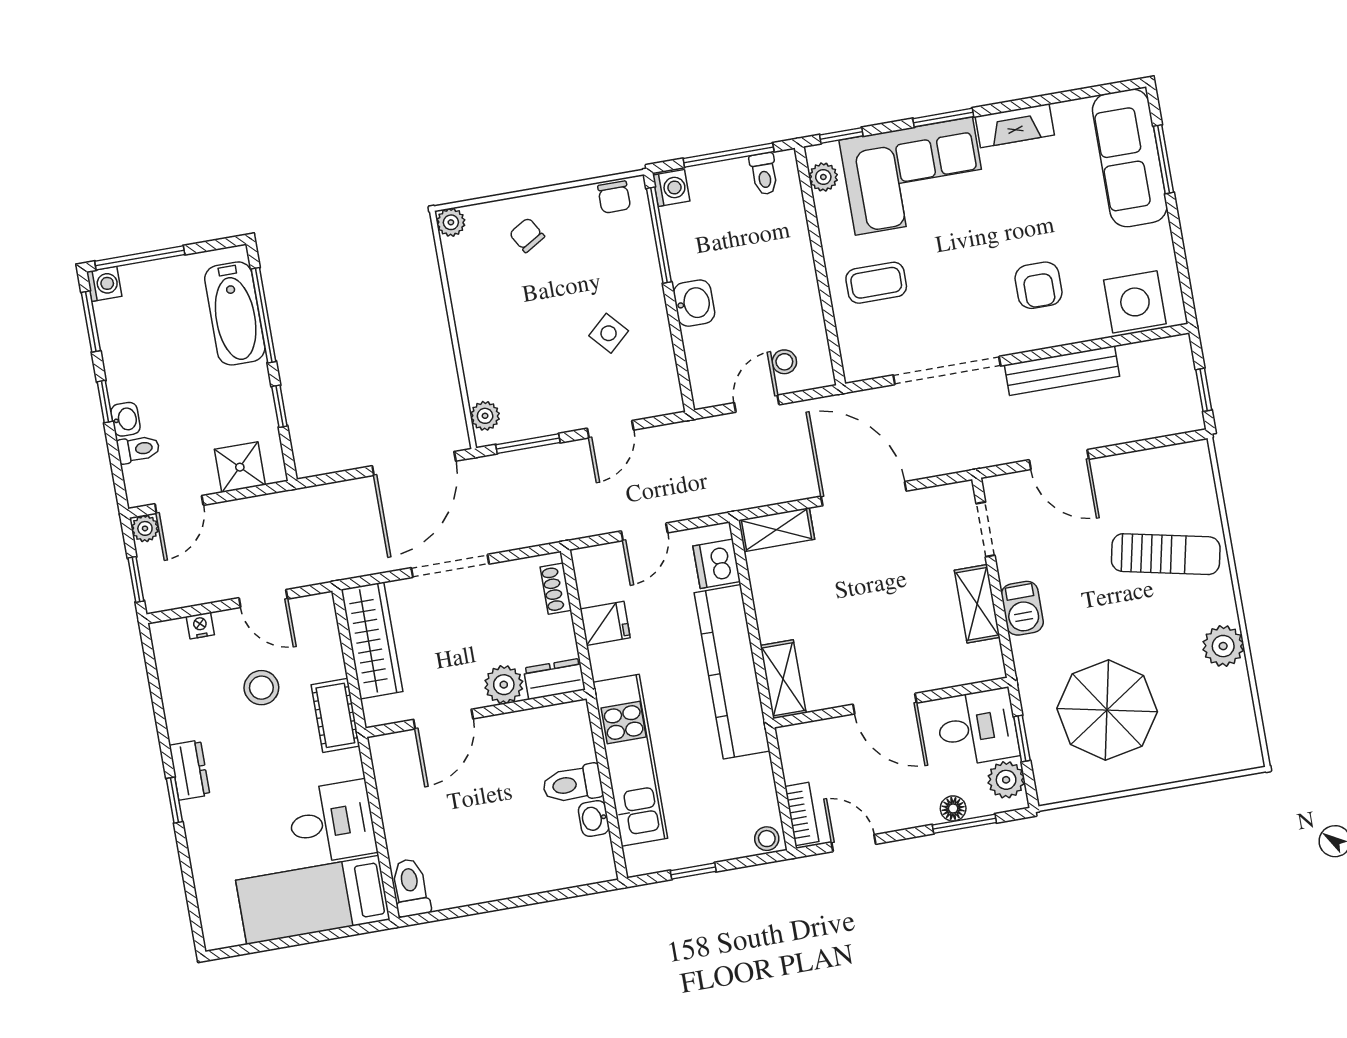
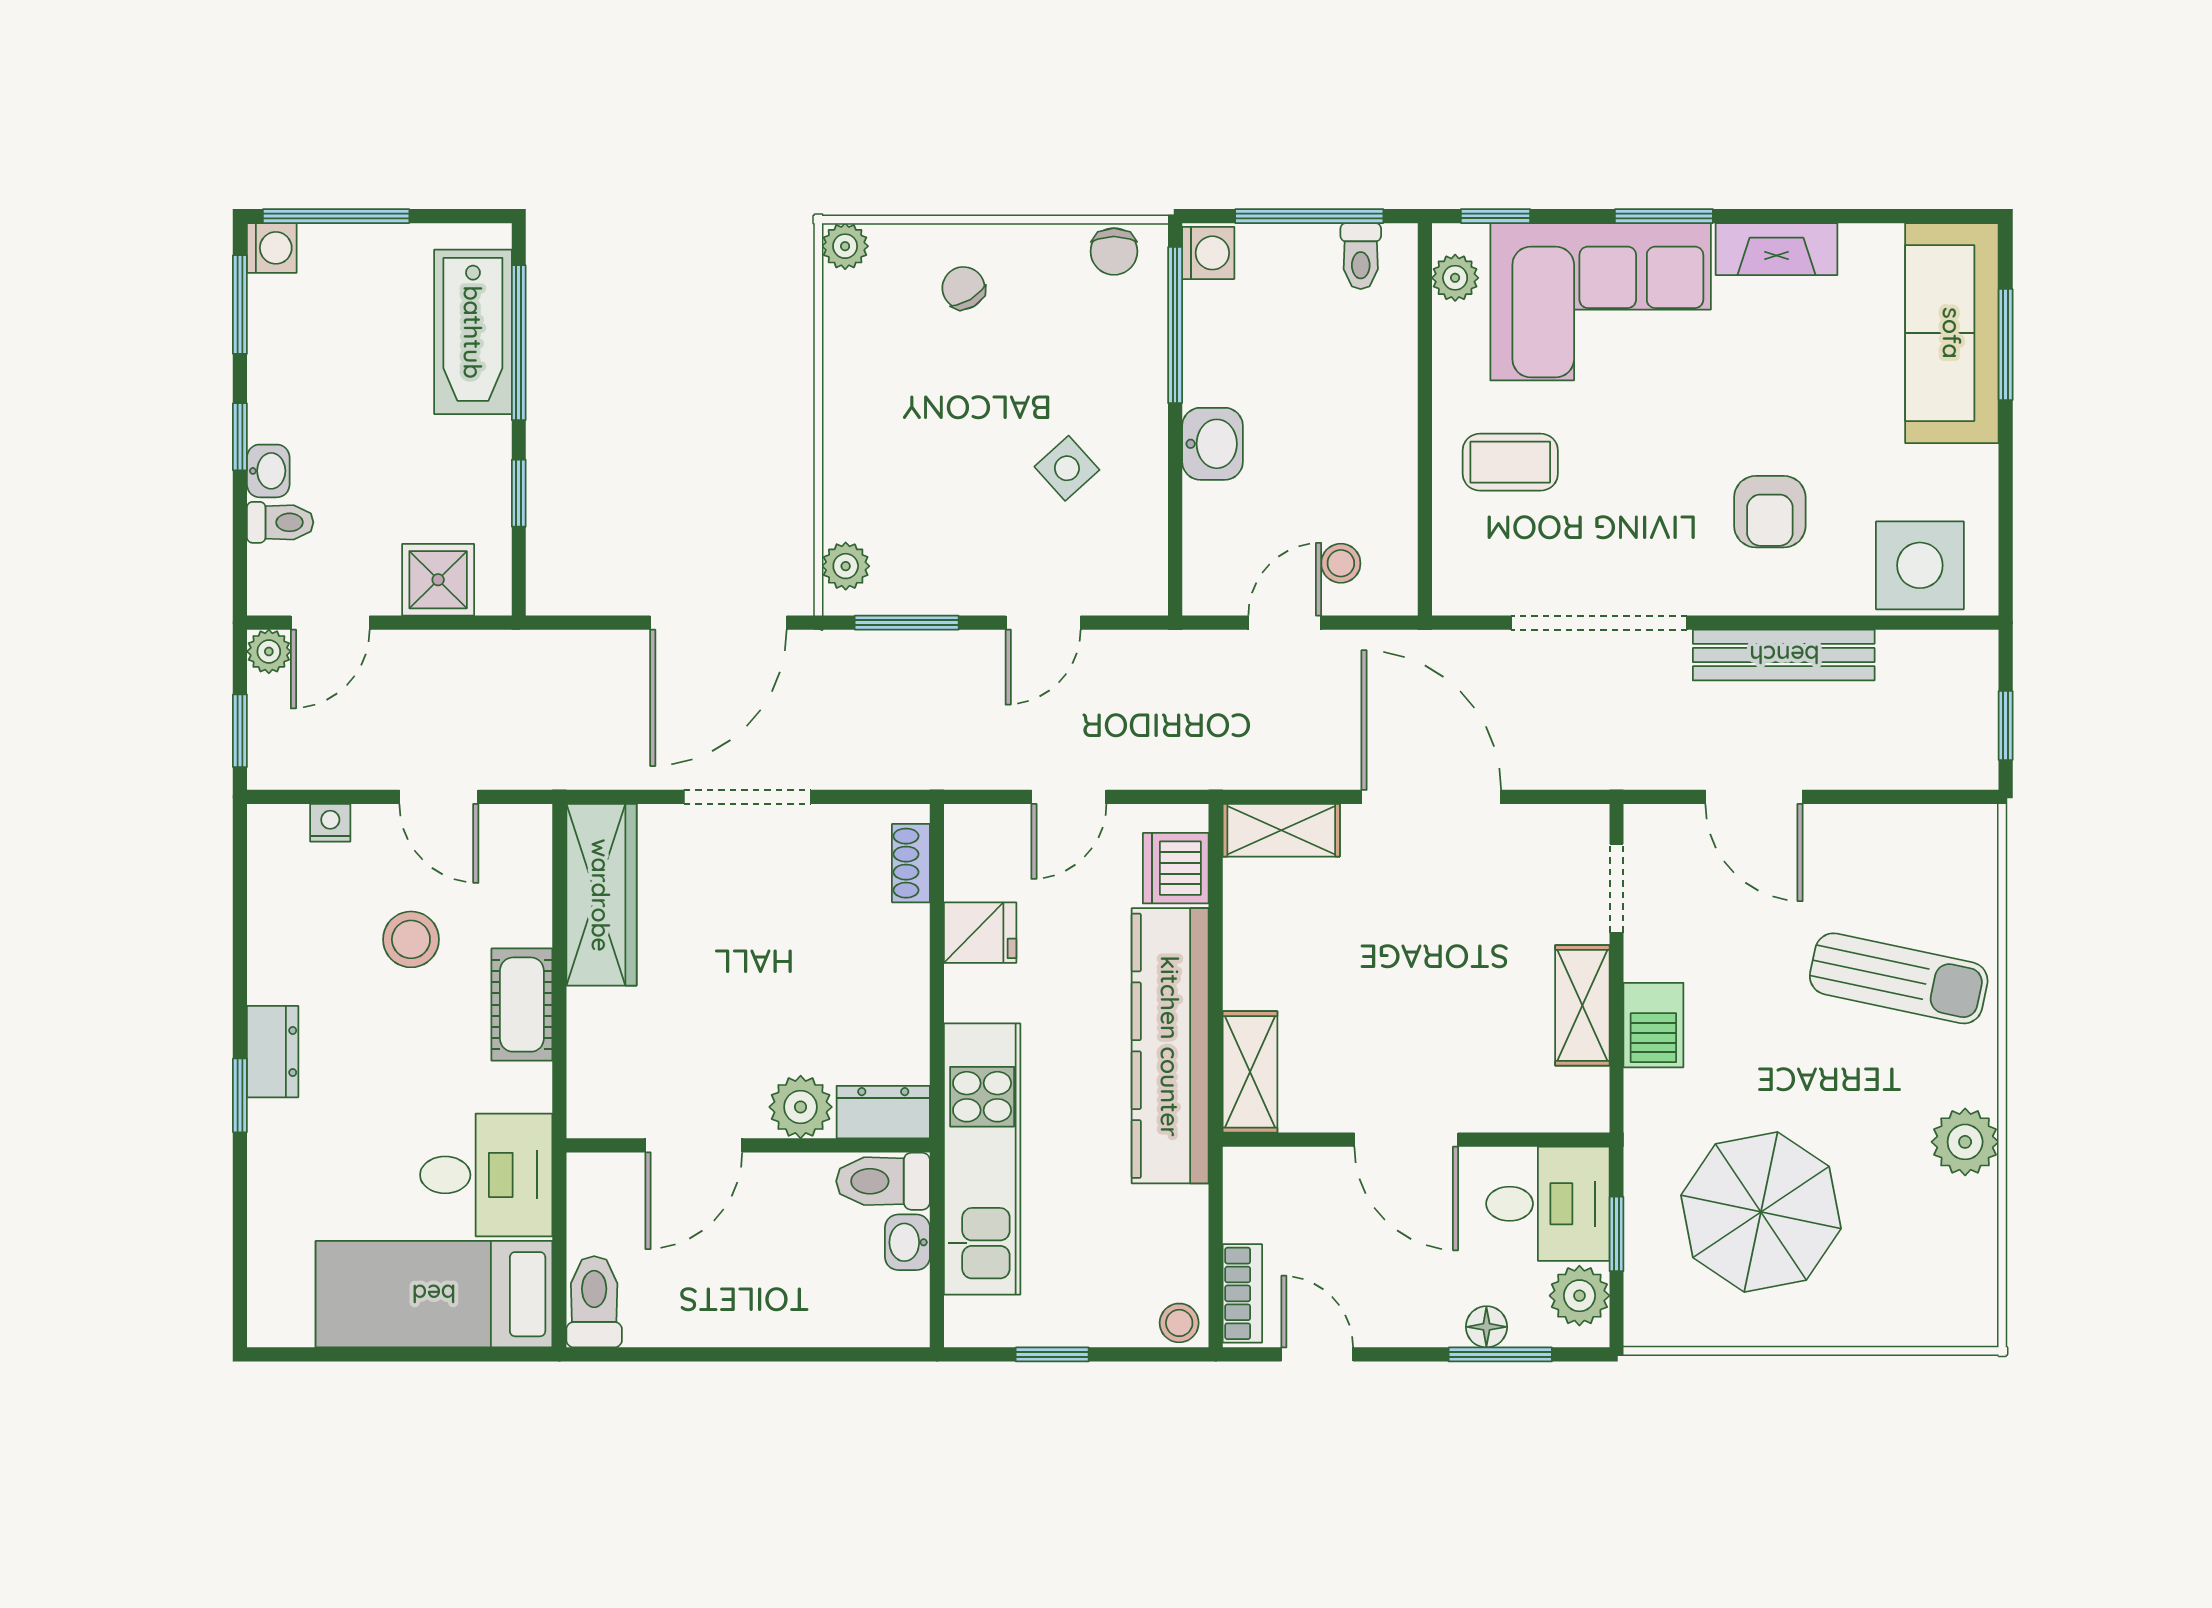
dresser: (554, 679) -> (883, 1112), moved
plant: (504, 685) -> (801, 1107), moved
wall: (476, 713) -> (748, 1145), moved
door: (443, 719) -> (694, 1145), moved

